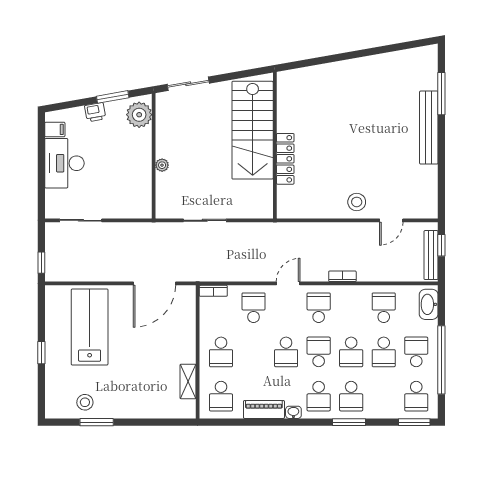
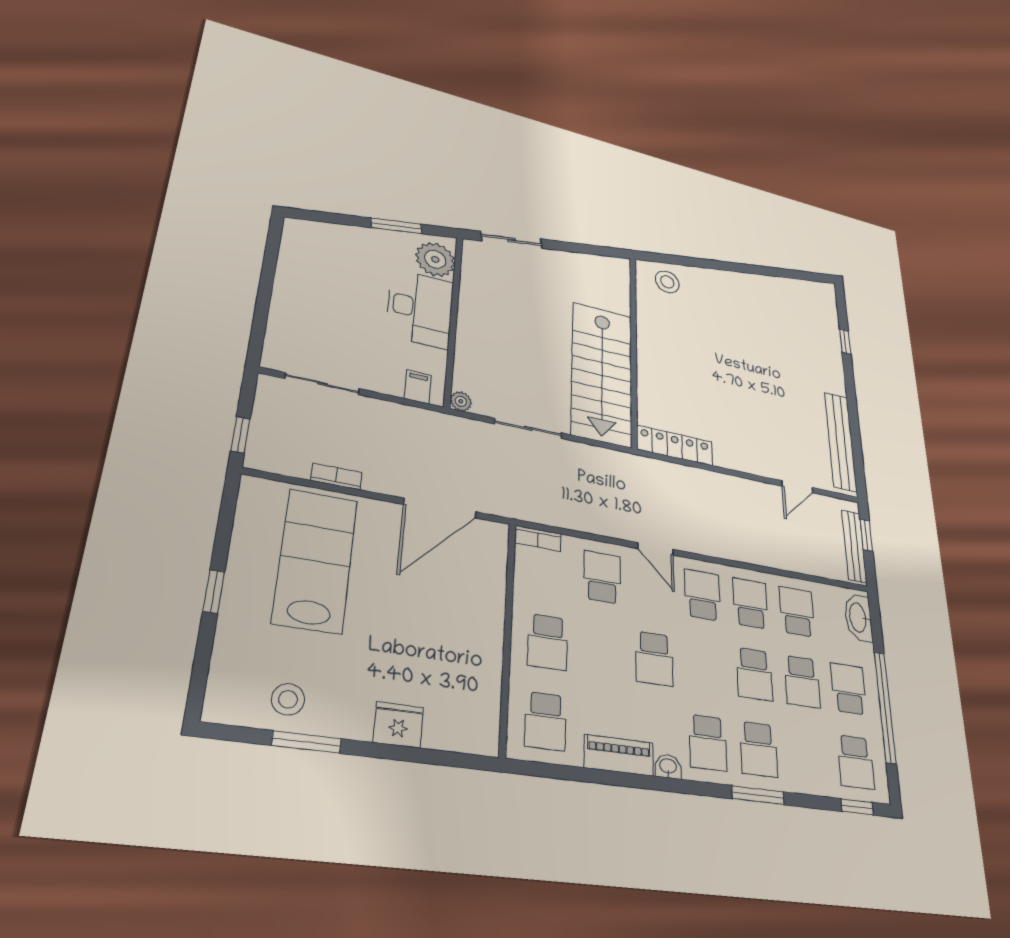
window: (441, 94) -> (845, 341), width x0.46
printer: (95, 112) -> (366, 238), removed
bench: (429, 128) -> (841, 441), moved
filing cabinet: (55, 129) -> (418, 387), moved, turned -90
stairs: (253, 130) -> (602, 374), moved
locker: (285, 159) -> (675, 446), moved, turned -90
desk: (64, 163) -> (420, 308), moved, turned 180
plant: (162, 165) -> (461, 401), moved
stool: (357, 202) -> (667, 282), moved
bookcase: (342, 276) -> (336, 477), moved
door: (288, 283) -> (656, 549), swing flipped
school desk: (319, 352) -> (750, 603), moved
shelving: (188, 381) -> (488, 686), removed
fridge: (141, 408) -> (398, 725), added
window: (414, 422) -> (857, 807), width x0.67

